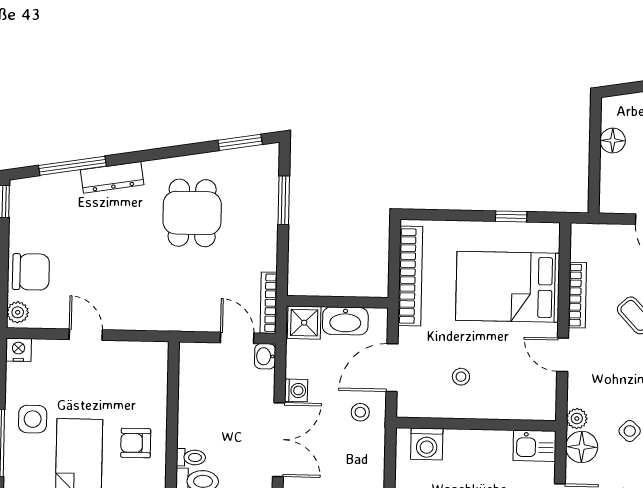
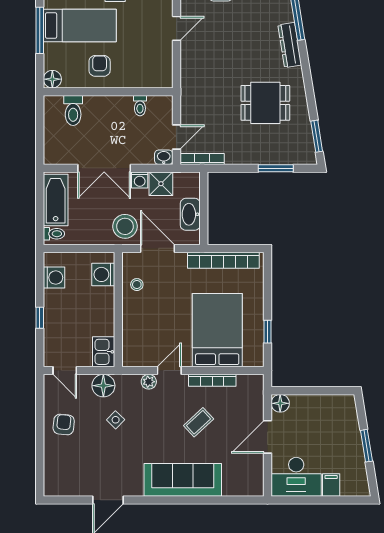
floor lamp: (613, 141) -> (280, 403), moved
shower: (304, 323) -> (161, 184), moved
stool: (461, 377) -> (137, 285), moved
stool: (360, 412) -> (125, 226), width x1.89, depth x1.89
plant: (577, 419) -> (149, 382), moved
toilet: (191, 457) -> (140, 106), moved

